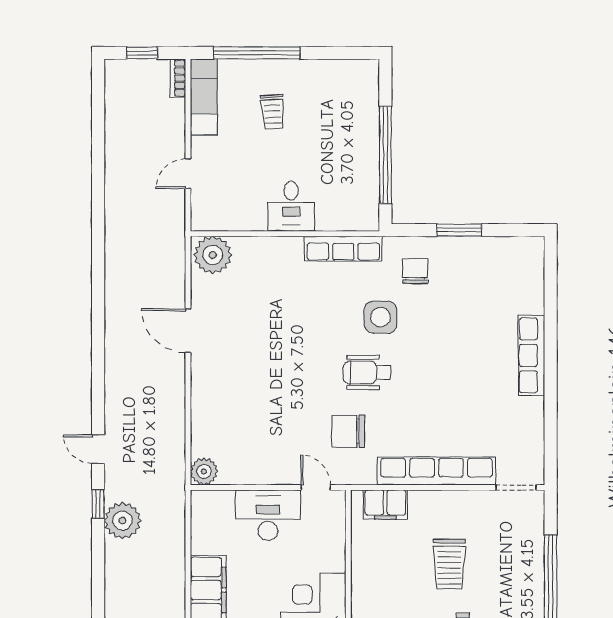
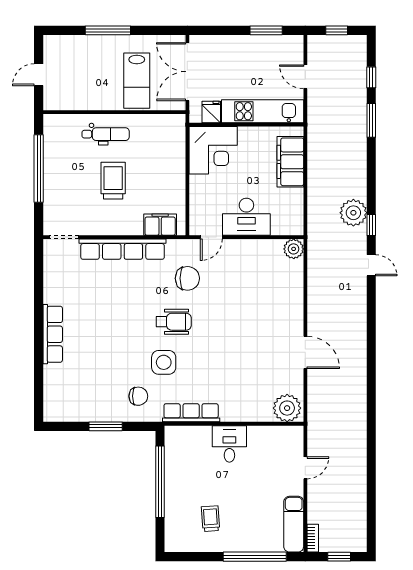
trolley: (273, 112) -> (211, 519), moved
chair: (415, 271) -> (138, 396), turned -90
door: (316, 487) -> (211, 237), hinge flipped

